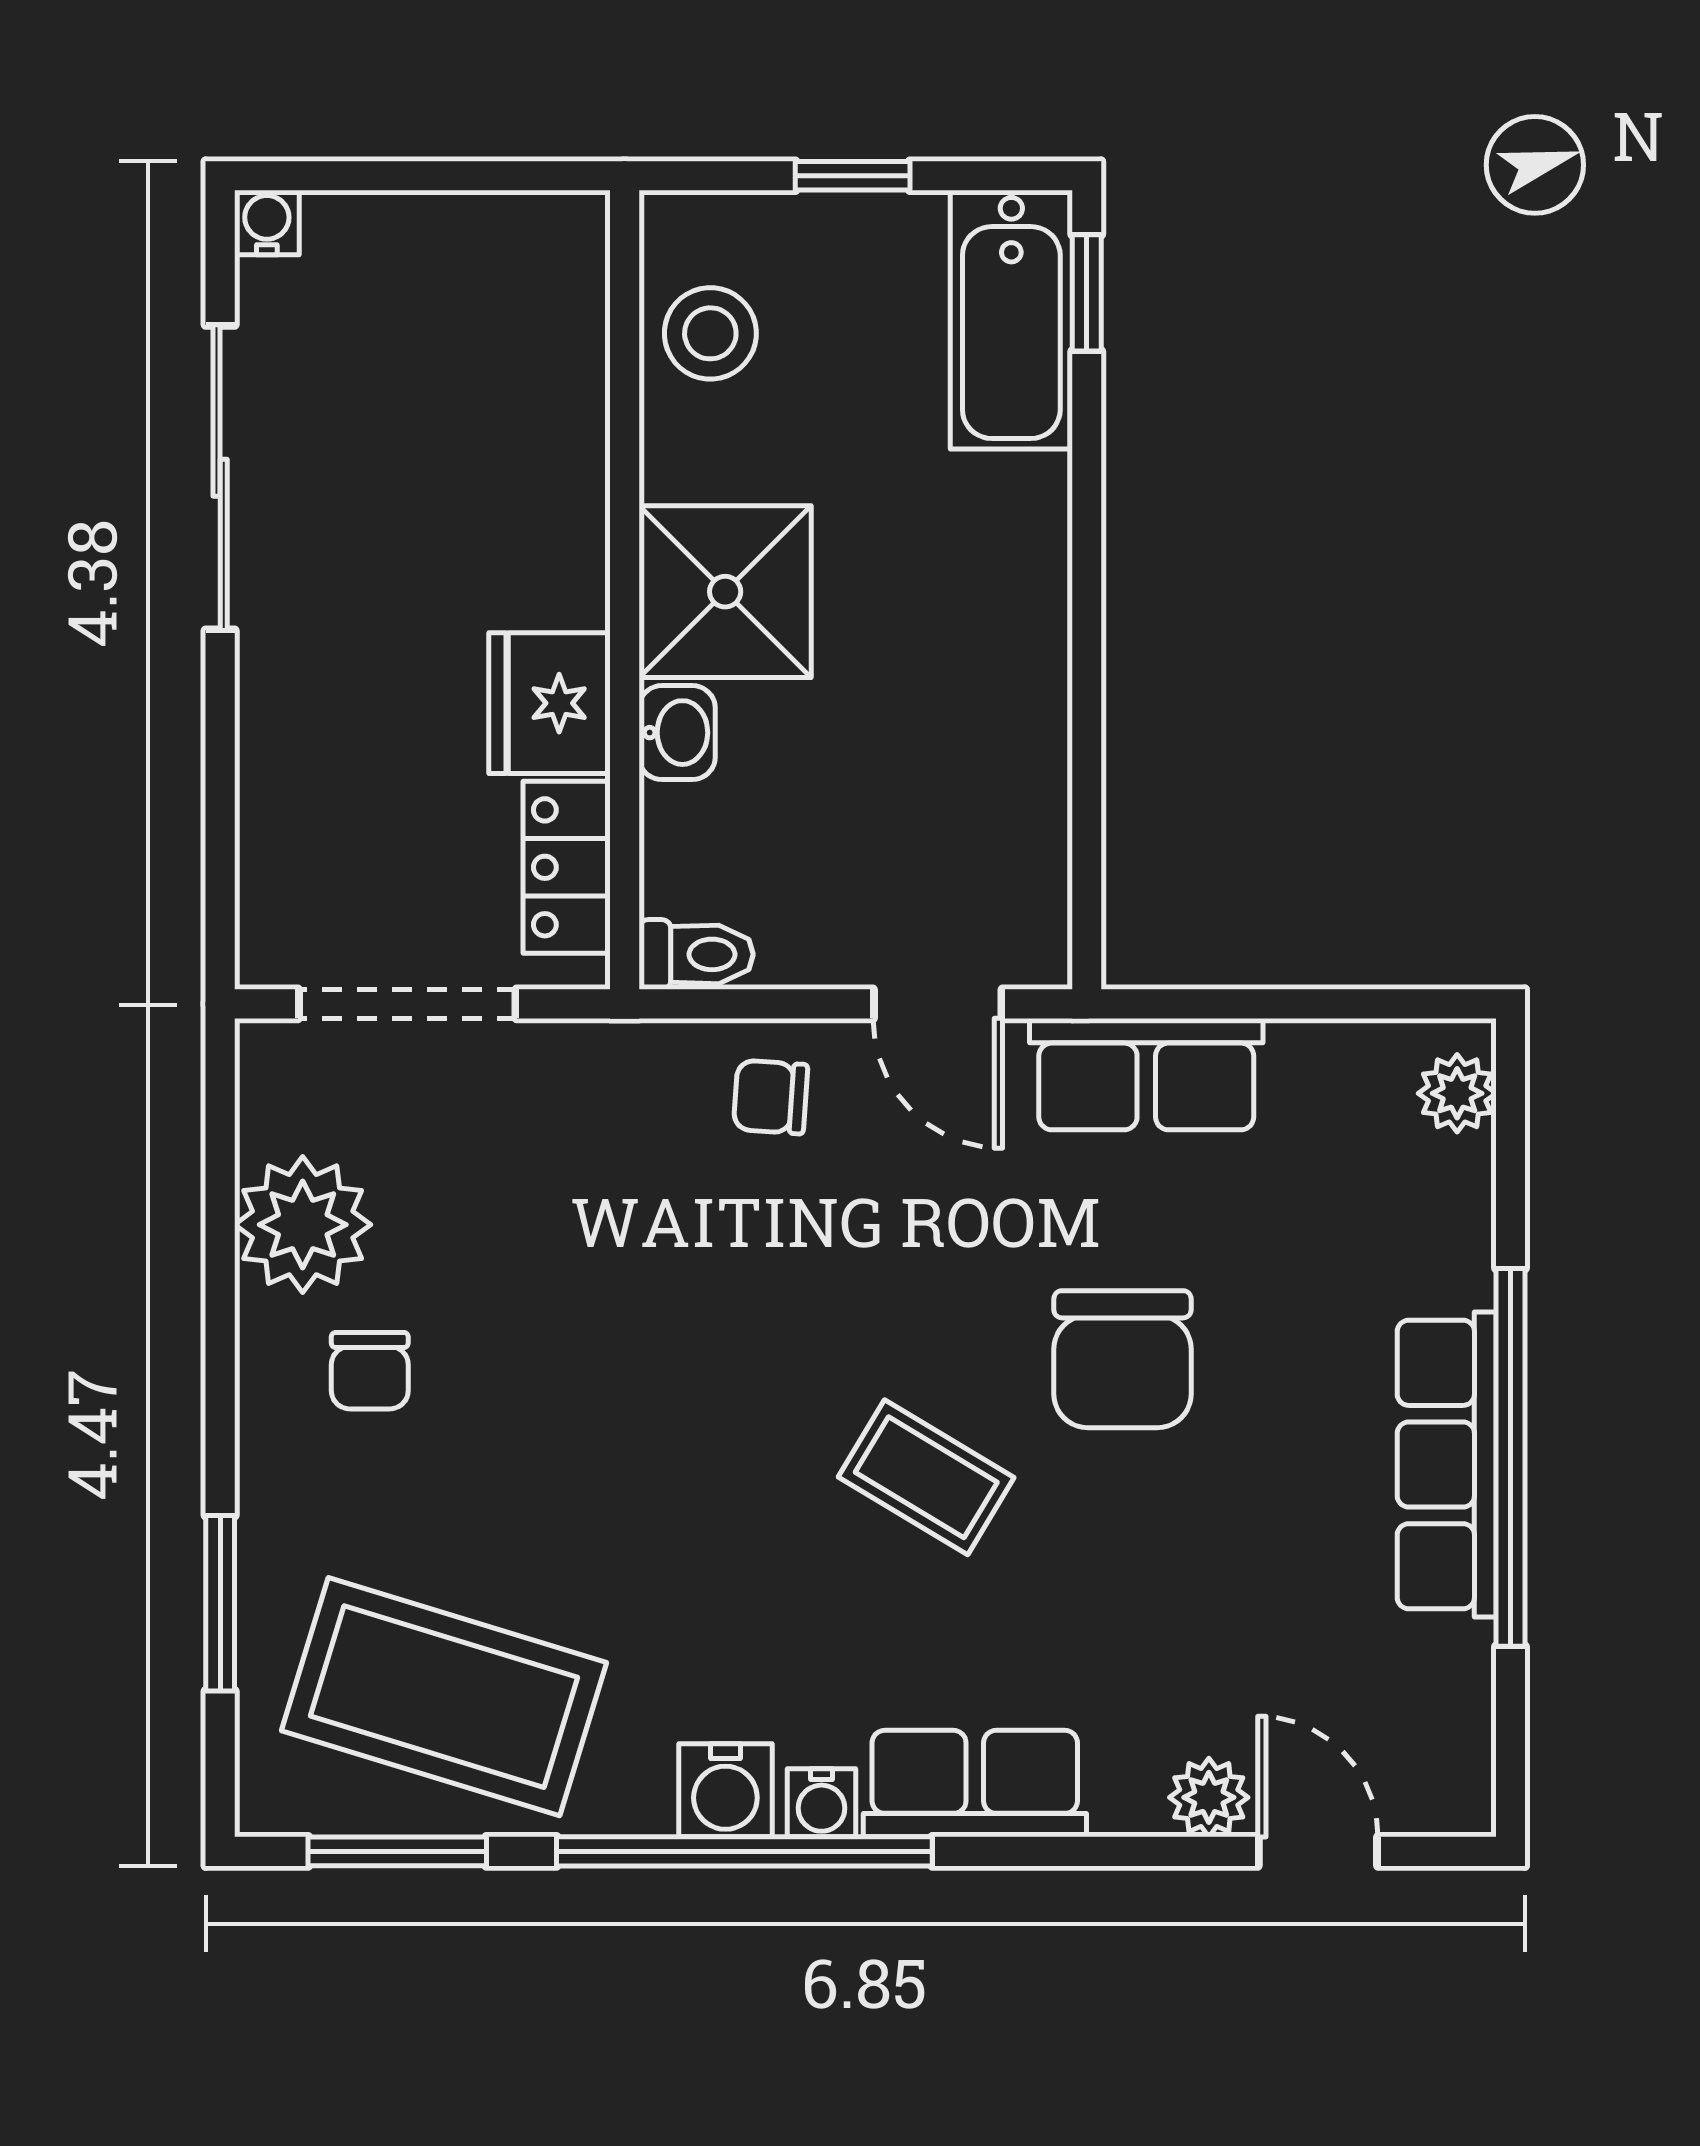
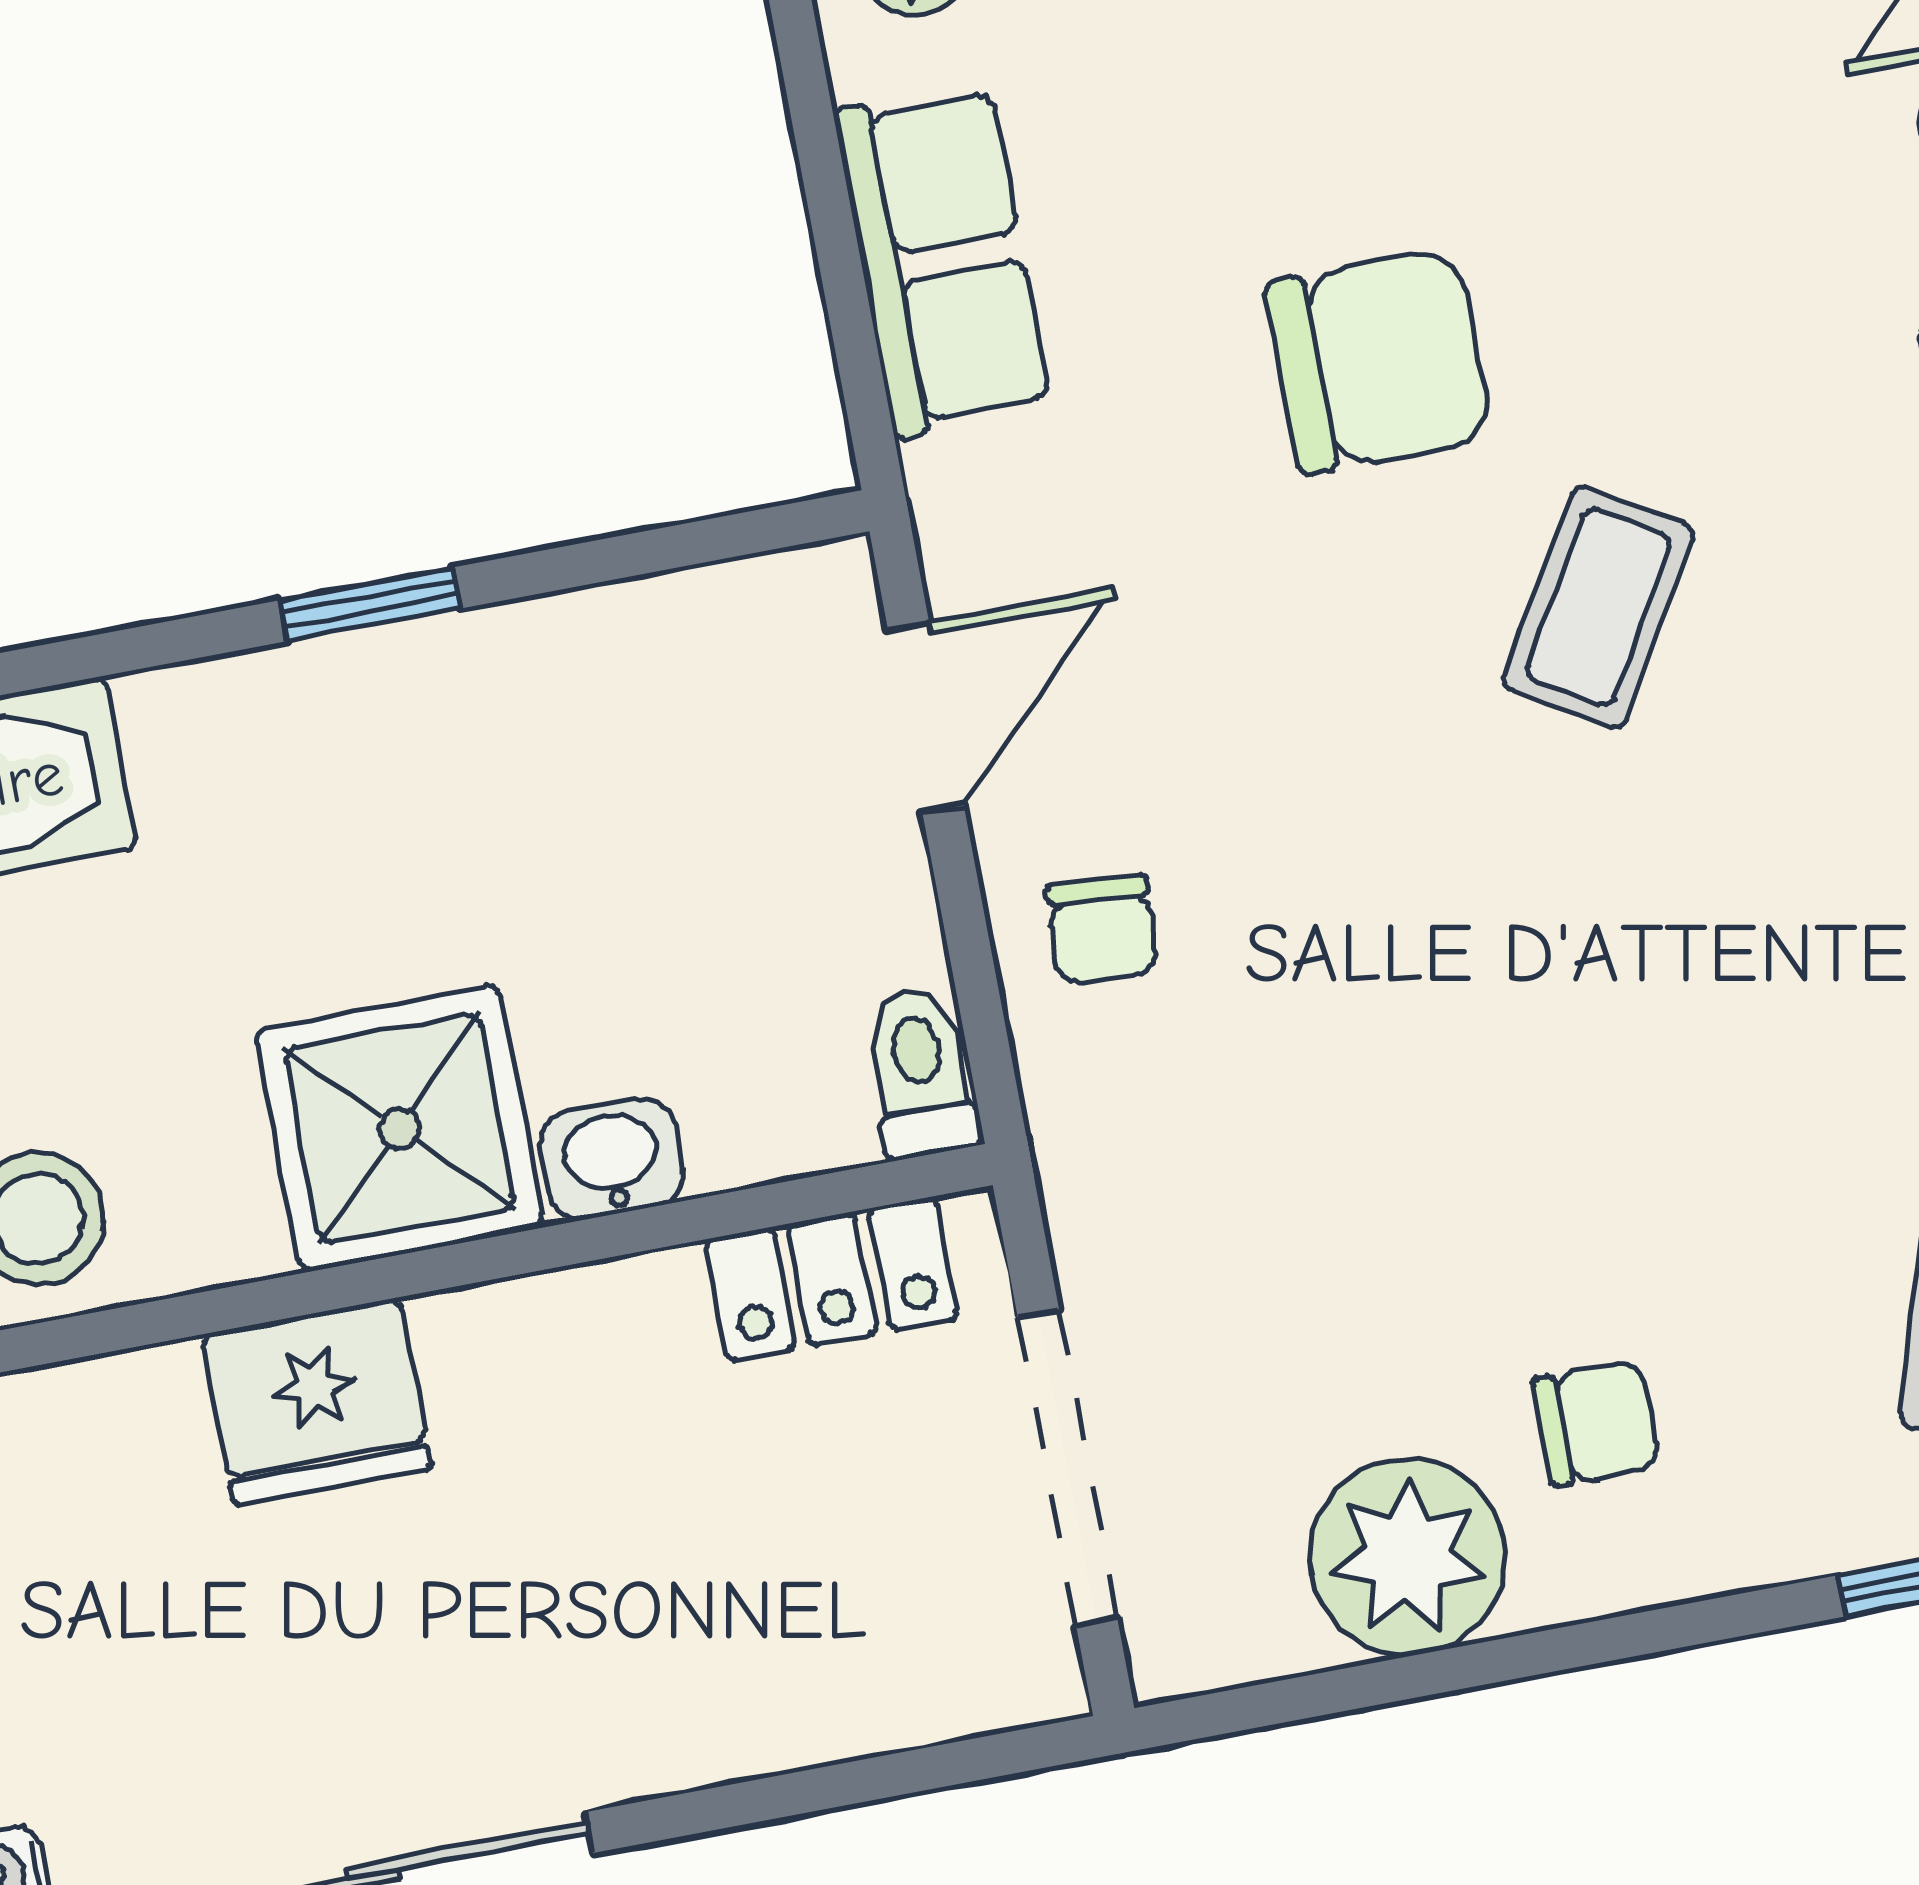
window: (1087, 639) -> (369, 604), added
fridge: (549, 703) -> (317, 1401), moved
row of seats: (1146, 1074) -> (942, 260), moved

